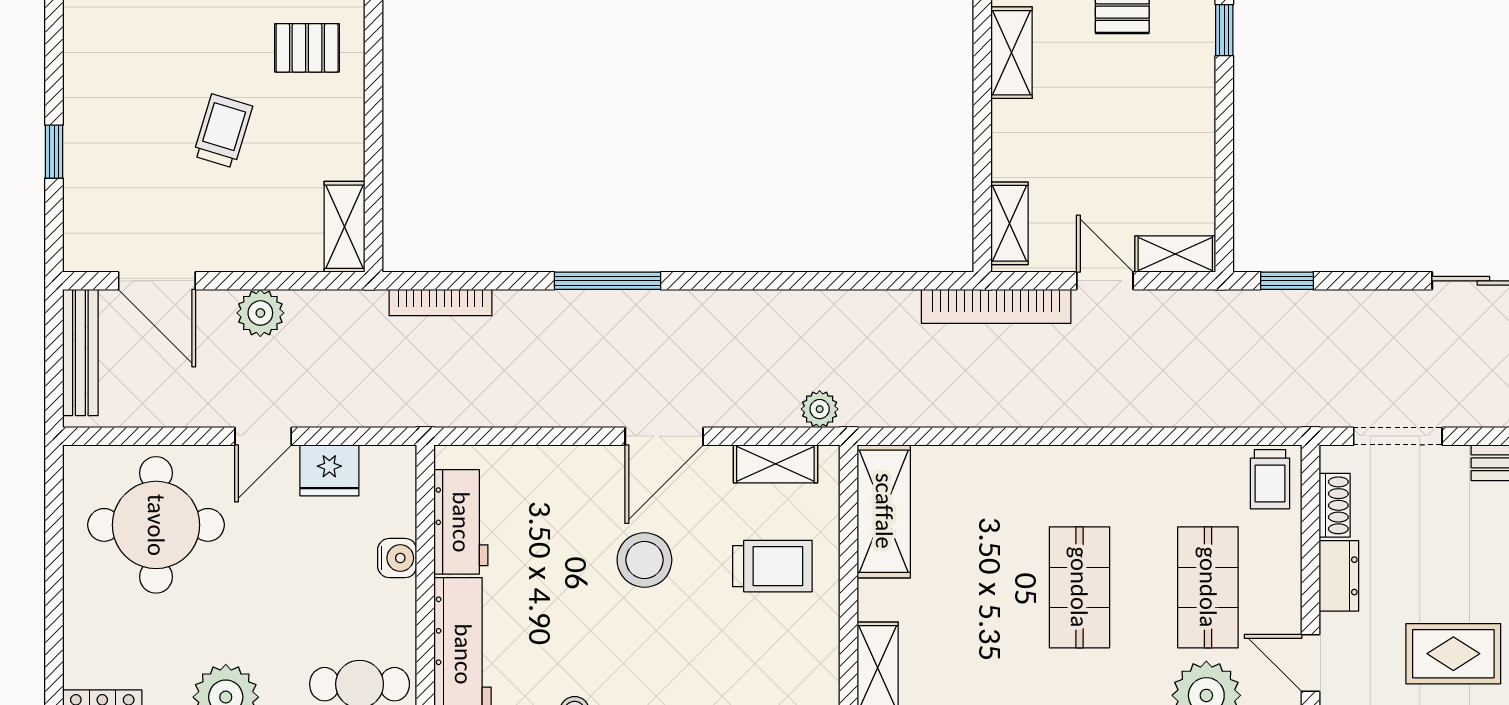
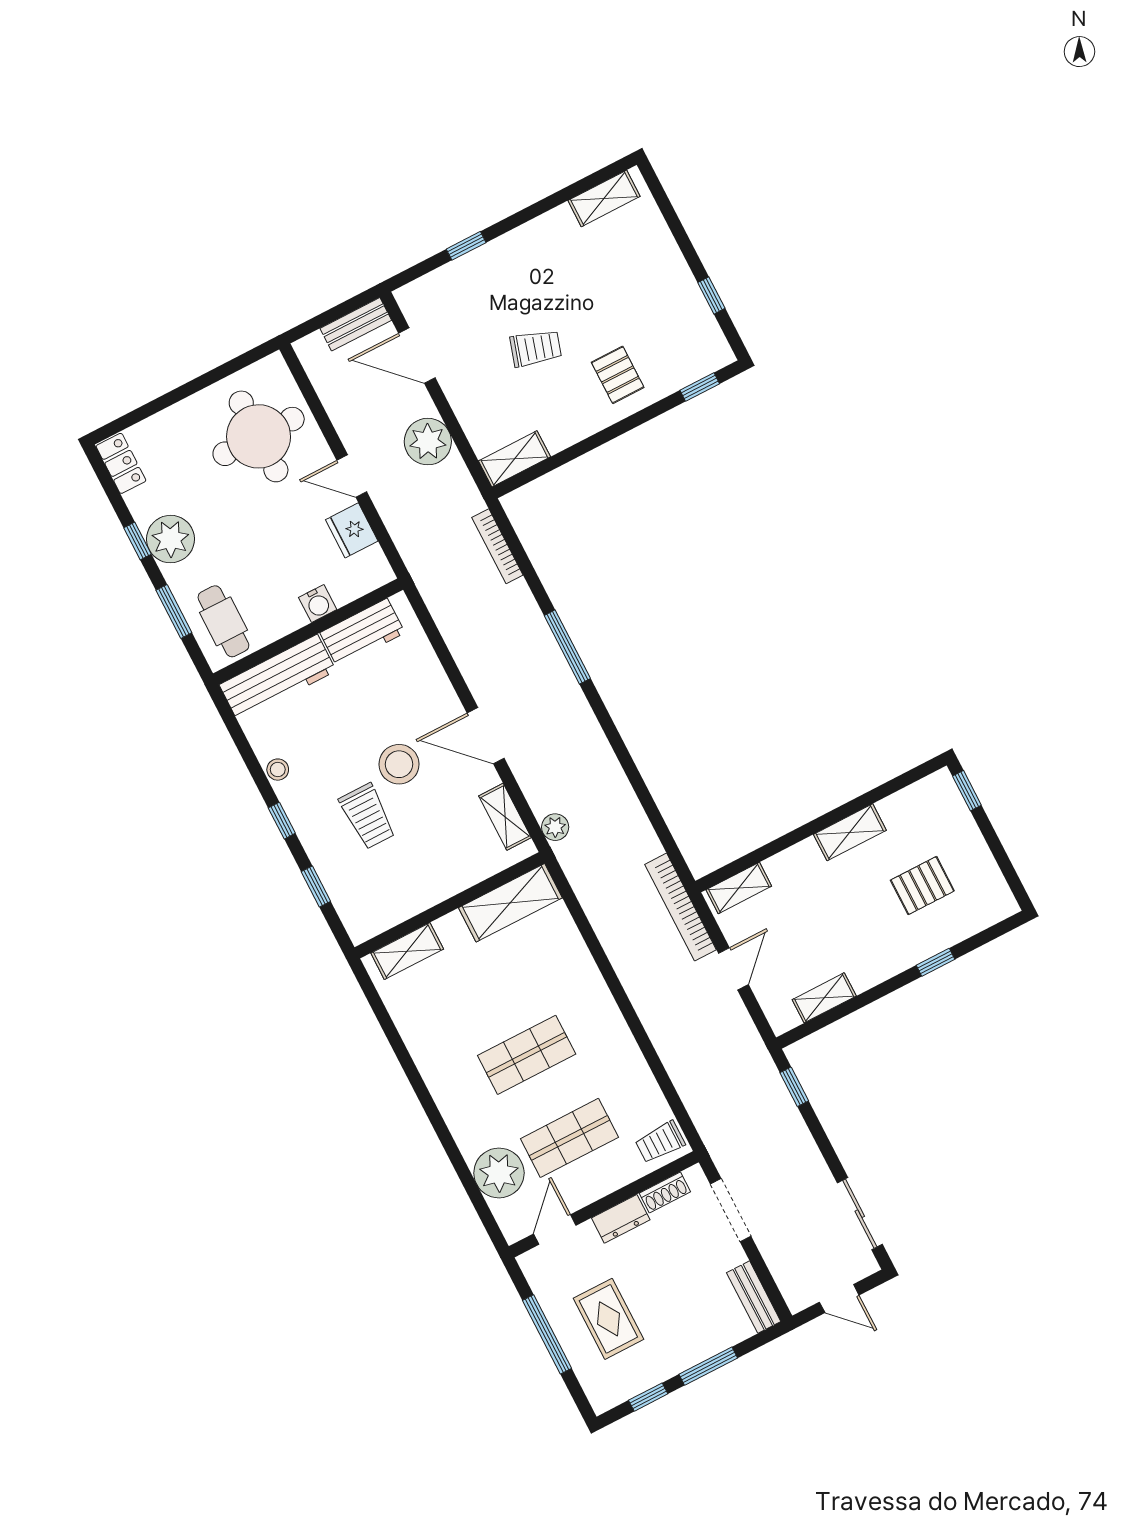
shelving: (1175, 254) -> (824, 998), moved, turned 90
door: (157, 281) -> (417, 355), hinge flipped
plant: (260, 313) -> (428, 442), width x1.36, depth x1.36
bench: (80, 353) -> (356, 324), width x0.73
trolley: (772, 566) -> (367, 816), moved

